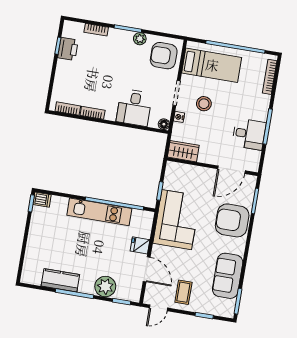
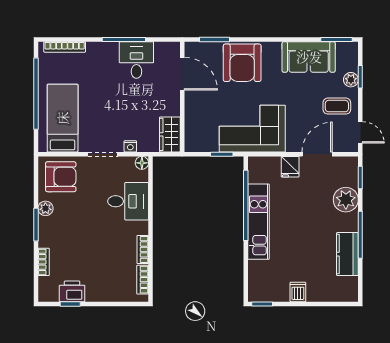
armchair: (164, 56) -> (61, 177), turned -90
stool: (204, 104) -> (110, 120), removed
dishwasher: (42, 200) -> (298, 292), moved
plant: (203, 307) -> (351, 80), added

